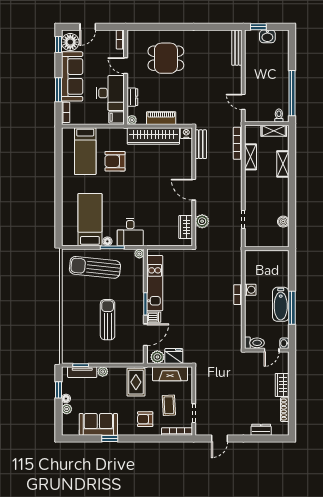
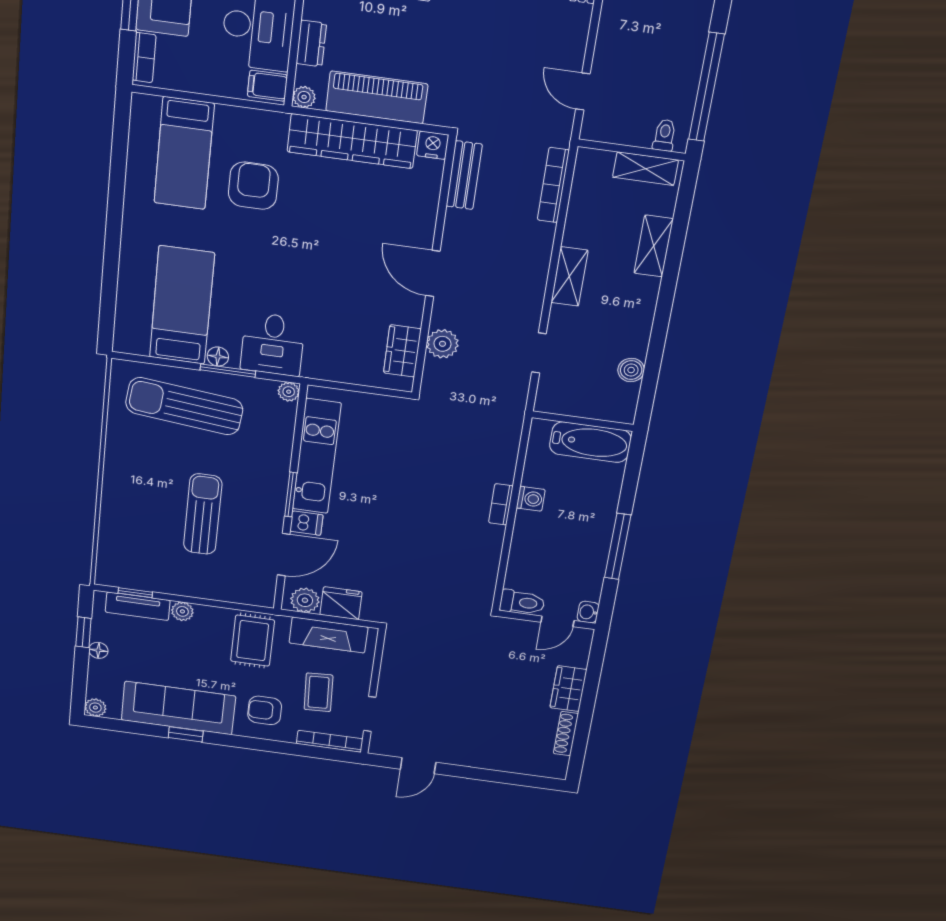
piano: (161, 118) -> (377, 97), width x1.37, depth x1.33
shelving: (251, 157) -> (569, 276), moved
armchair: (115, 161) -> (253, 186), turned 90
bathtub: (281, 304) -> (590, 442), moved, turned -90
plant: (67, 409) -> (95, 708), moved
sofa: (98, 424) -> (178, 708), width x1.36
dresser: (261, 430) -> (509, 762), removed

